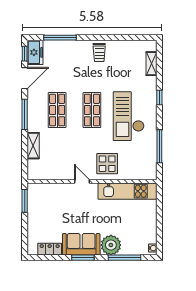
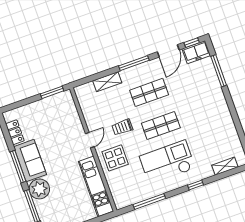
trolley: (99, 52) -> (122, 127), moved
door: (25, 78) -> (168, 51), hinge flipped
window: (83, 258) -> (18, 167), width x1.44

